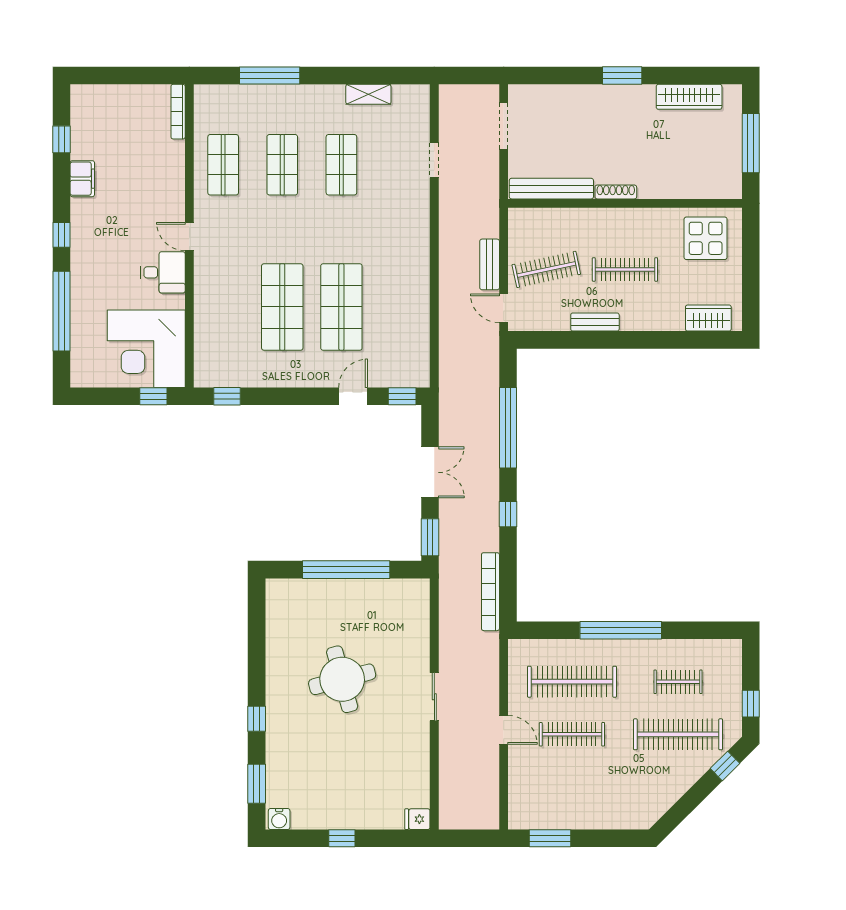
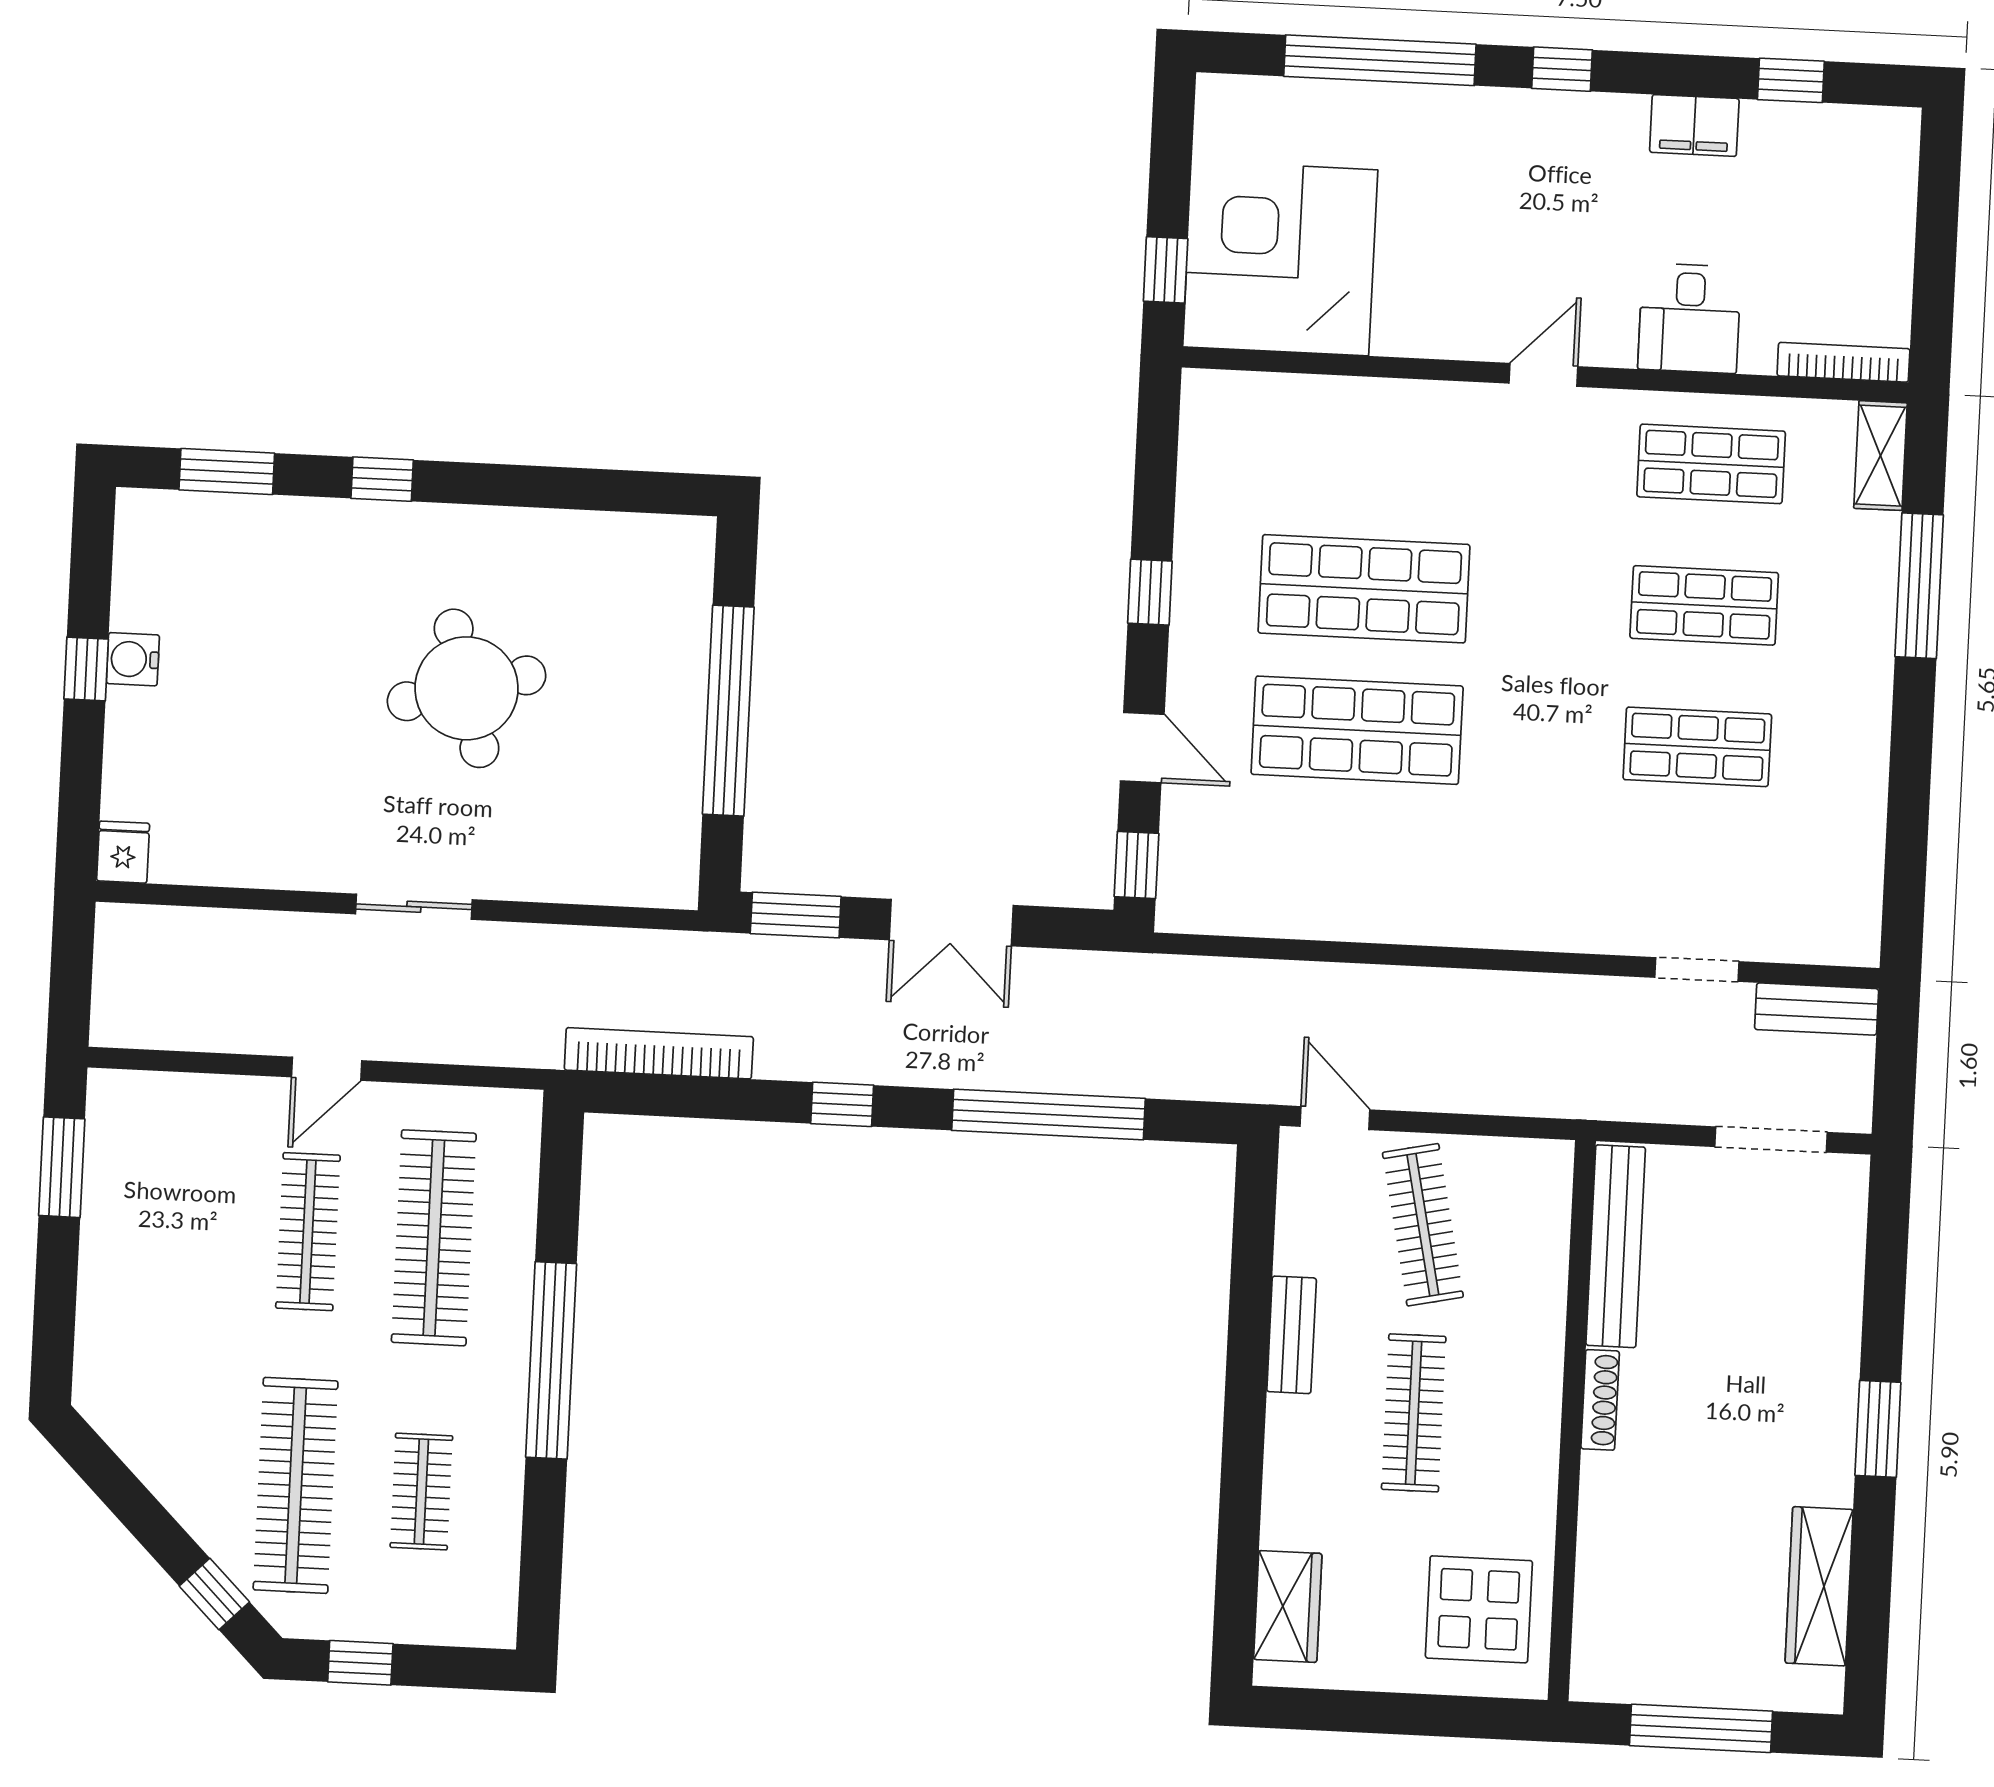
shelving: (368, 94) -> (1880, 456), moved
bench: (490, 264) -> (1817, 1009), moved
desk: (163, 272) -> (1689, 318), moved
door: (504, 308) -> (1335, 1118), hinge flipped
window: (227, 396) -> (1150, 592), moved
water cooler: (279, 819) -> (133, 659), moved

